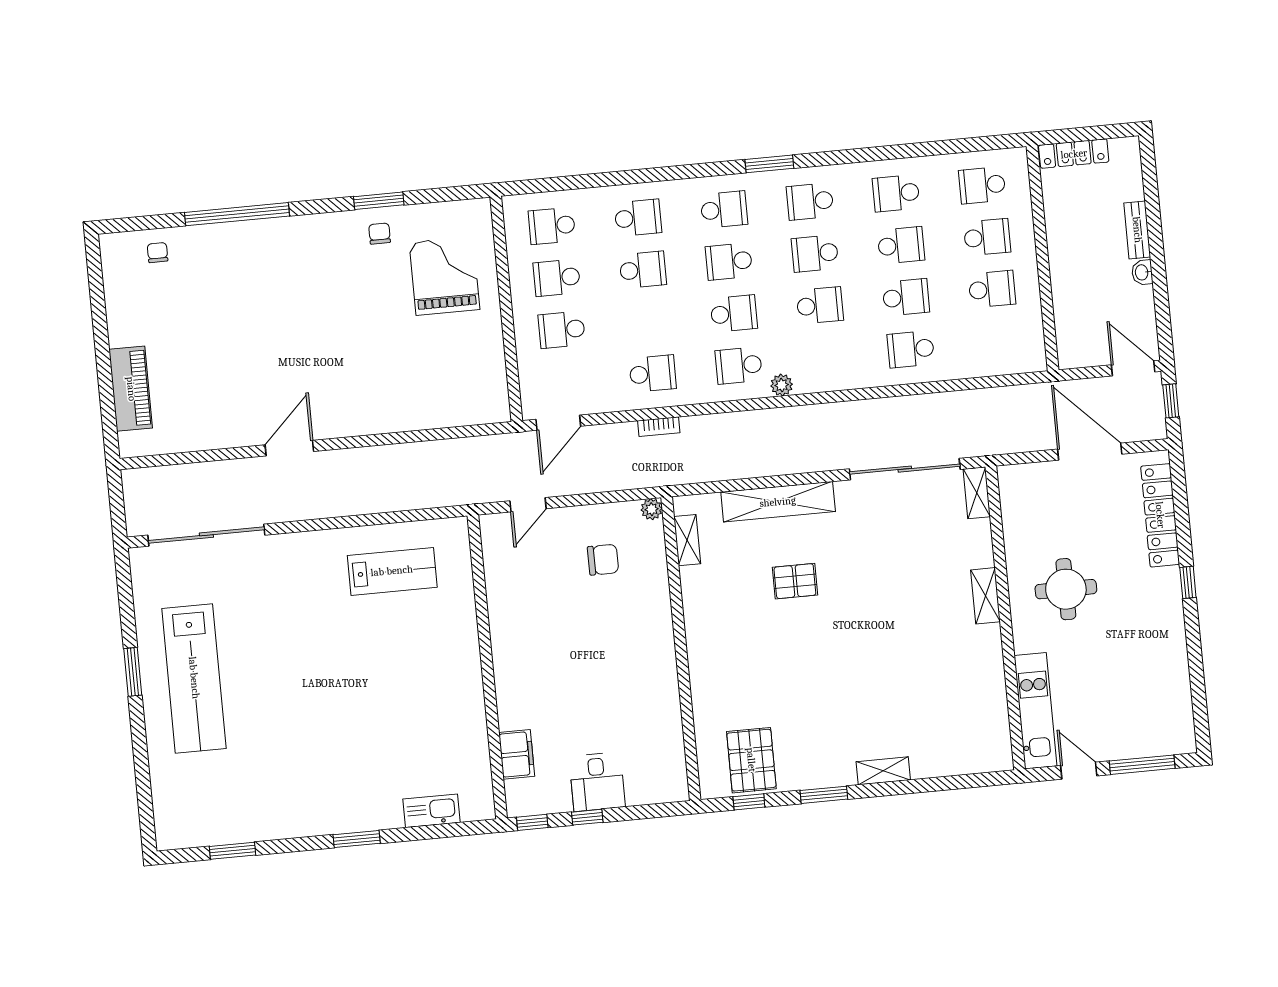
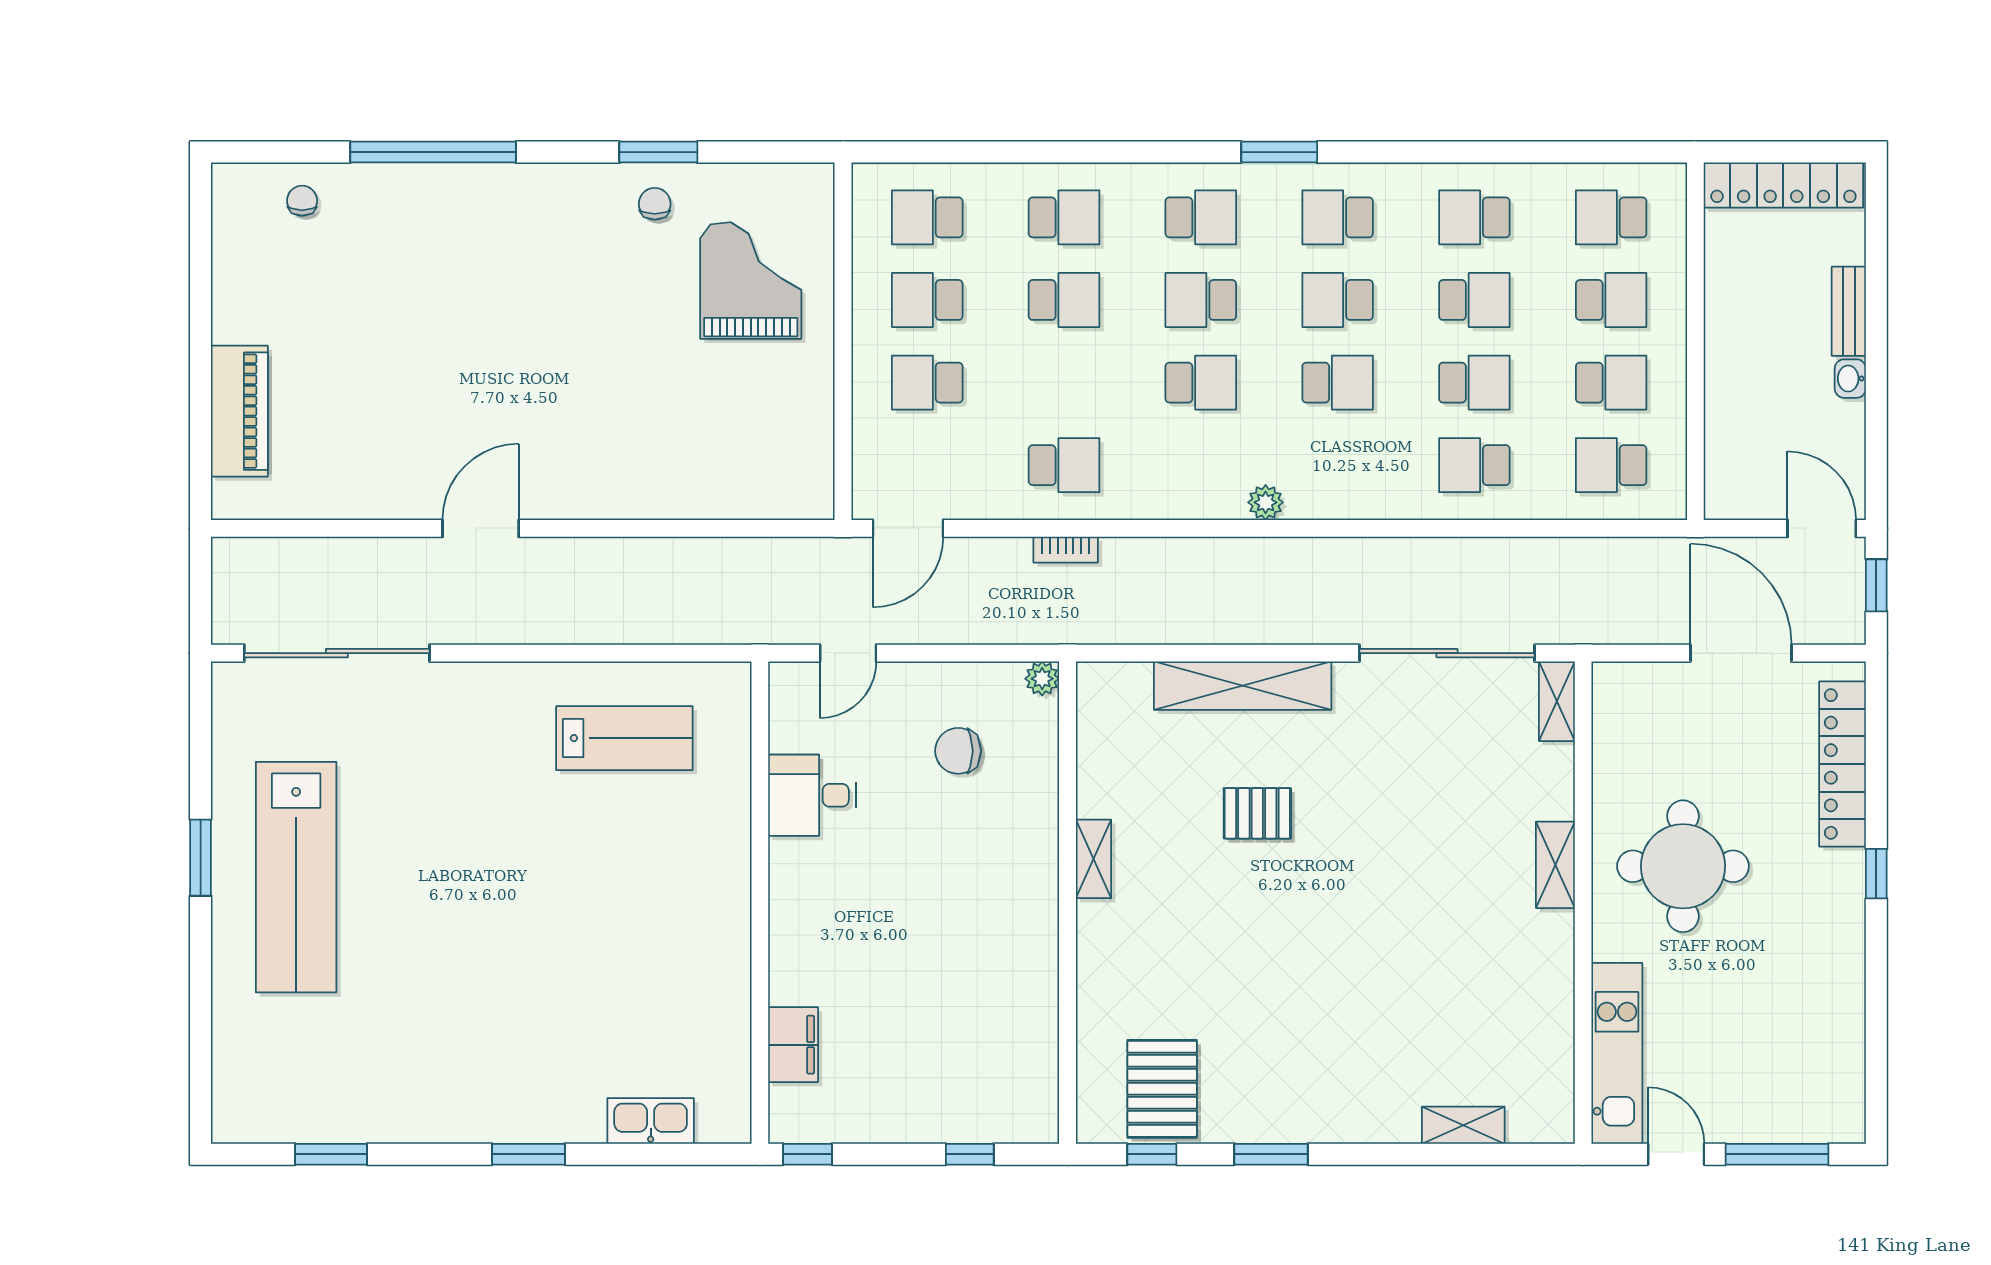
locker: (1074, 154) -> (1783, 185), width x1.41, depth x1.21
school desk: (739, 365) -> (1611, 465), moved
shelving: (687, 540) -> (1094, 859), moved
chair: (603, 560) -> (958, 751), turned 180
round table: (1066, 589) -> (1683, 866), width x1.36, depth x1.36
shelving: (883, 771) -> (1463, 1125), moved
desk: (597, 782) -> (812, 795), moved, turned 90
window: (587, 817) -> (970, 1154), moved

